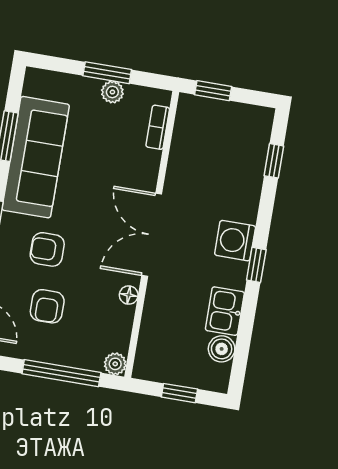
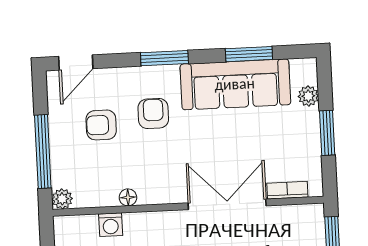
plant: (112, 92) -> (308, 96), moved
double door: (152, 235) -> (227, 204), moved
washing machine: (153, 319) -> (111, 225), added

